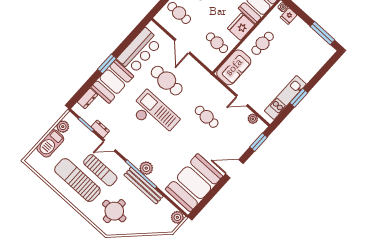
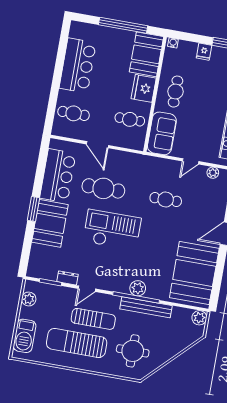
fridge: (289, 16) -> (204, 52), moved
dresser: (87, 98) -> (36, 256), removed
barbecue: (50, 143) -> (25, 336), moved

